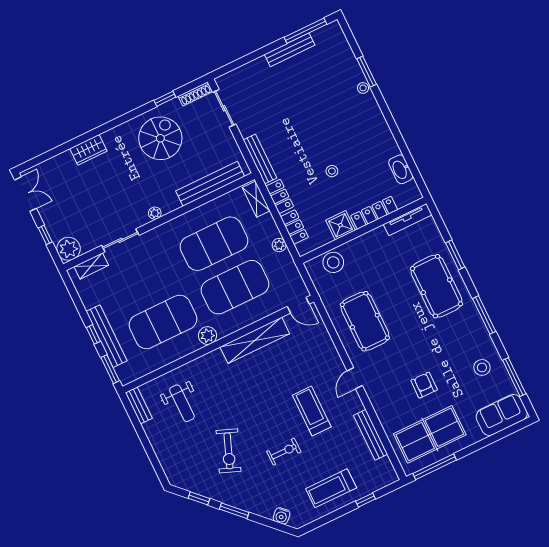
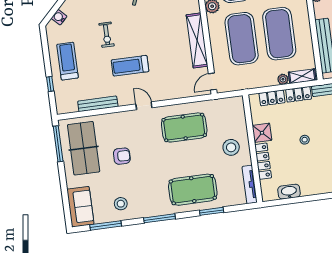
plant: (279, 245) -> (283, 79), moved
stool: (333, 262) -> (231, 147), moved
treadmill: (312, 411) -> (130, 66), turned 180

